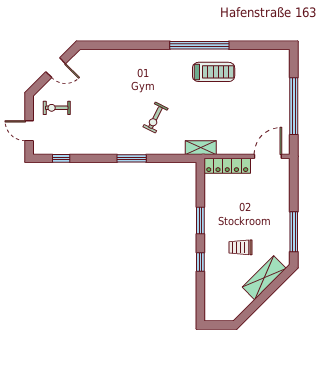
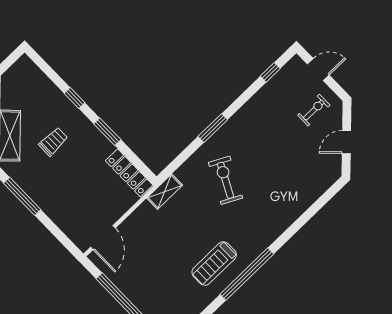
exercise bike: (155, 118) -> (226, 180), width x1.38, depth x1.39
locker: (227, 166) -> (129, 173), moved, turned -90

